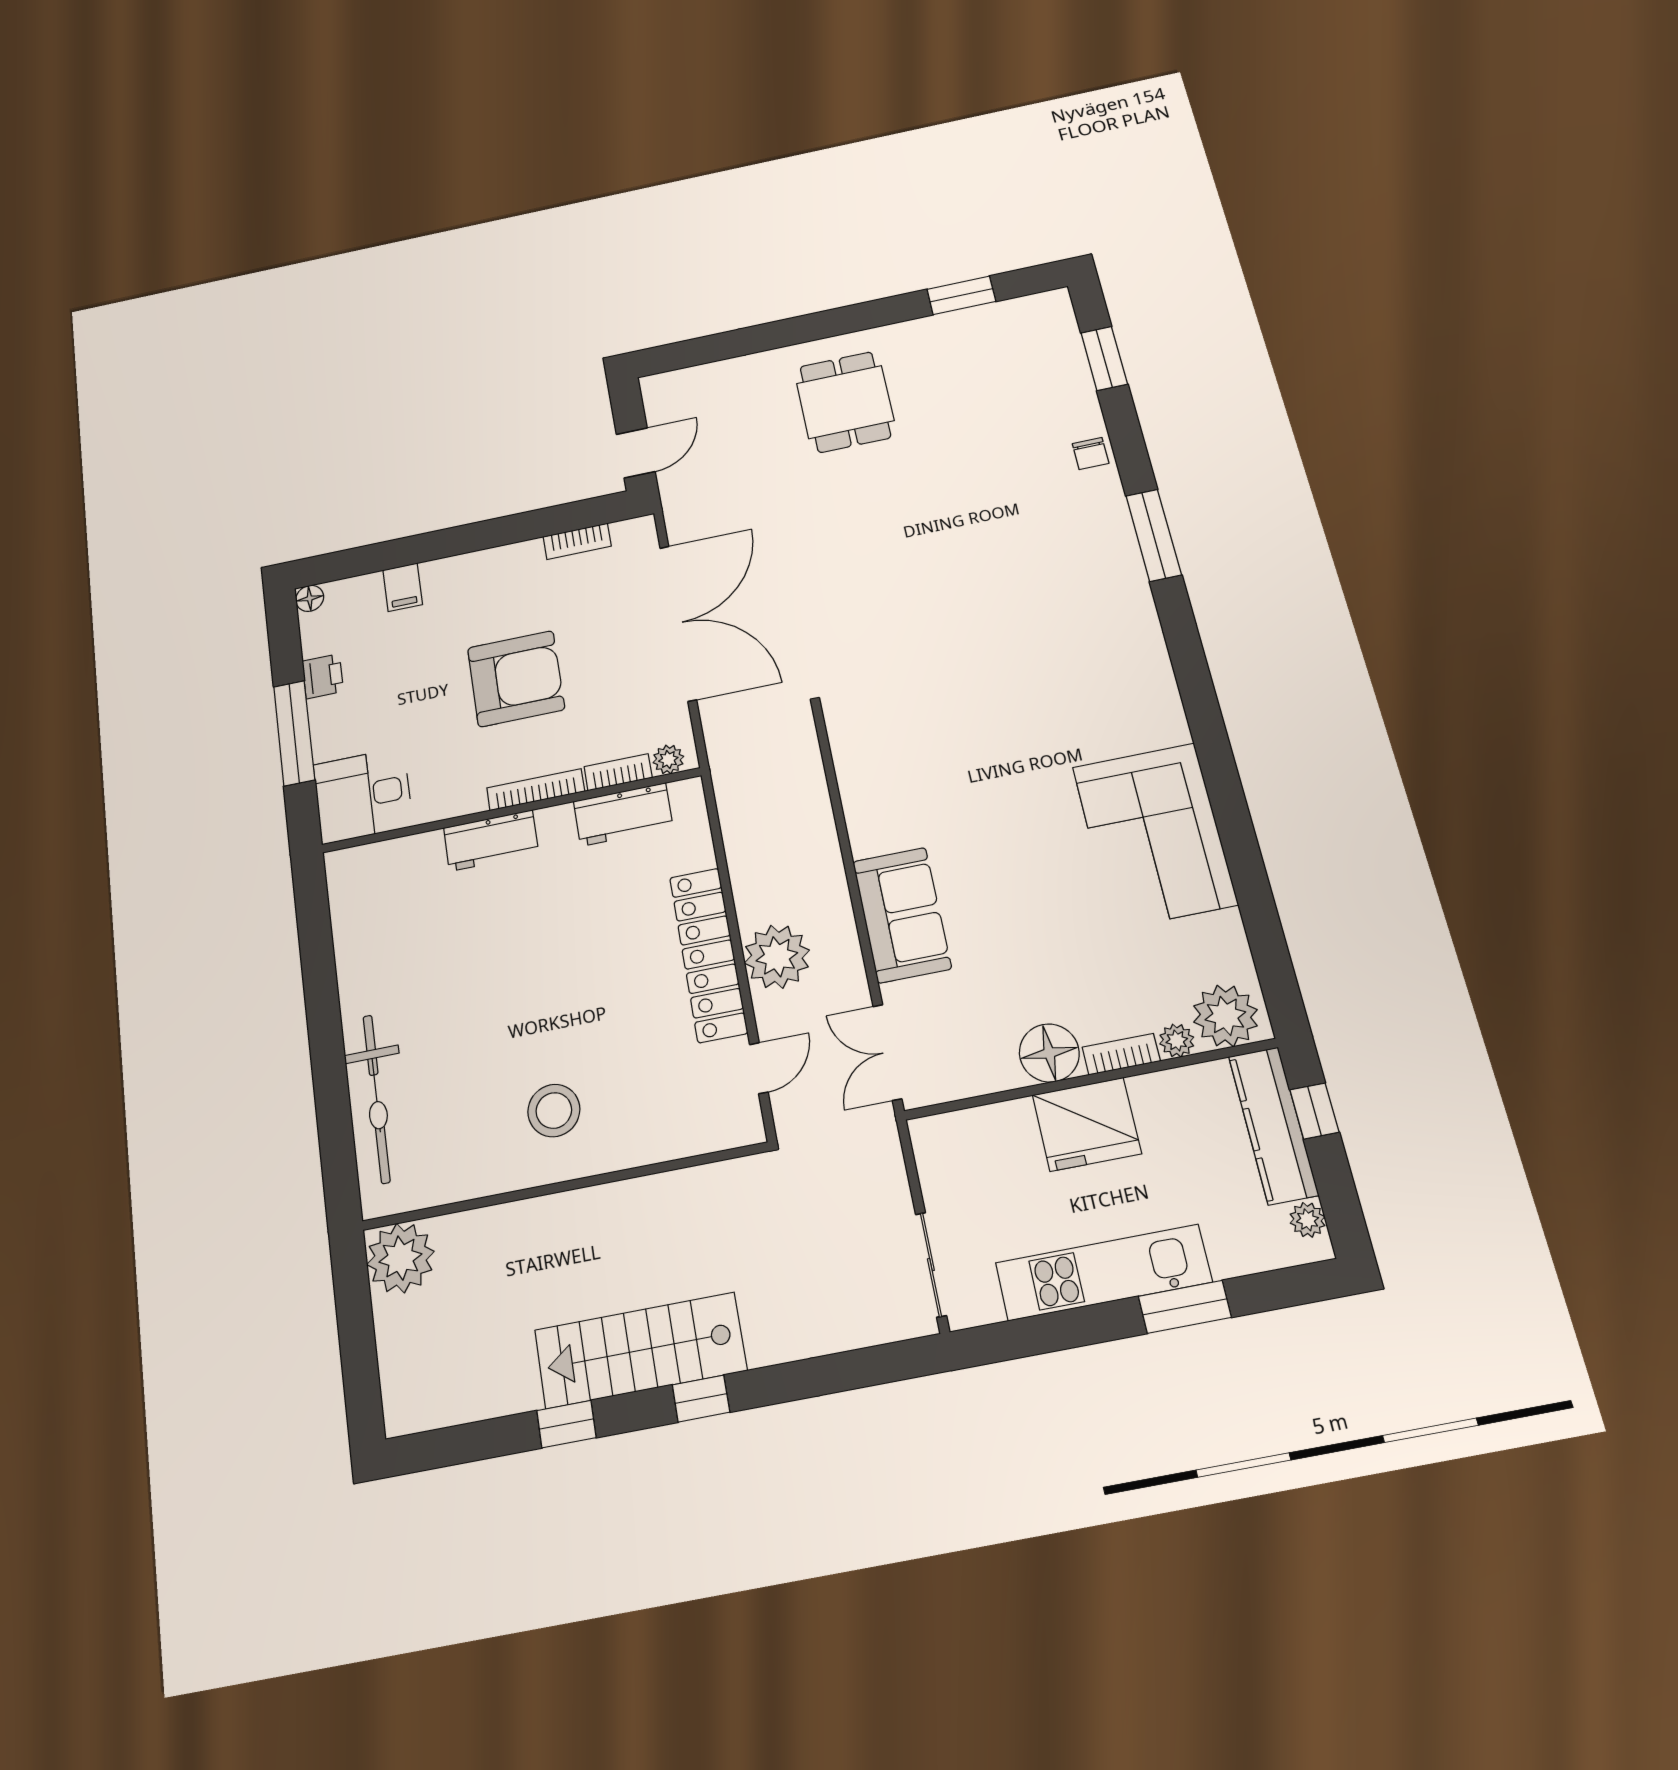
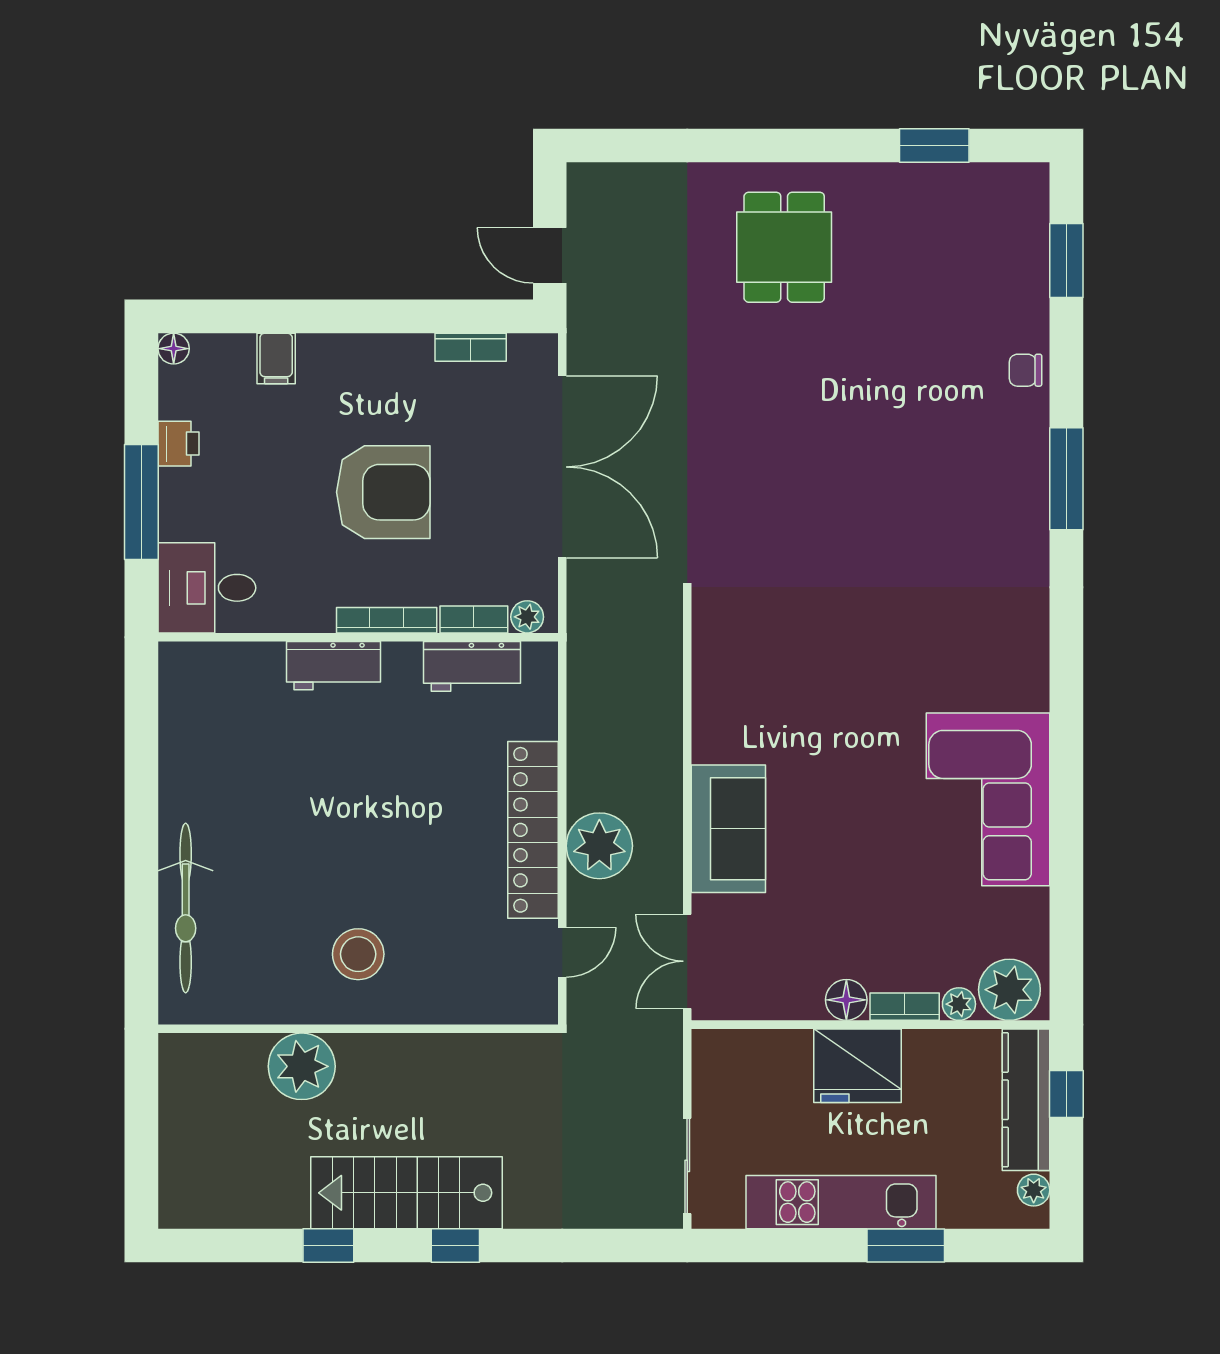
door: (636, 453) -> (550, 255), swing flipped
chair: (1091, 454) -> (1026, 370), turned 90
floor lamp: (1049, 1053) -> (846, 1000), width x0.73, depth x0.73
plant: (400, 1258) -> (302, 1066), moved

